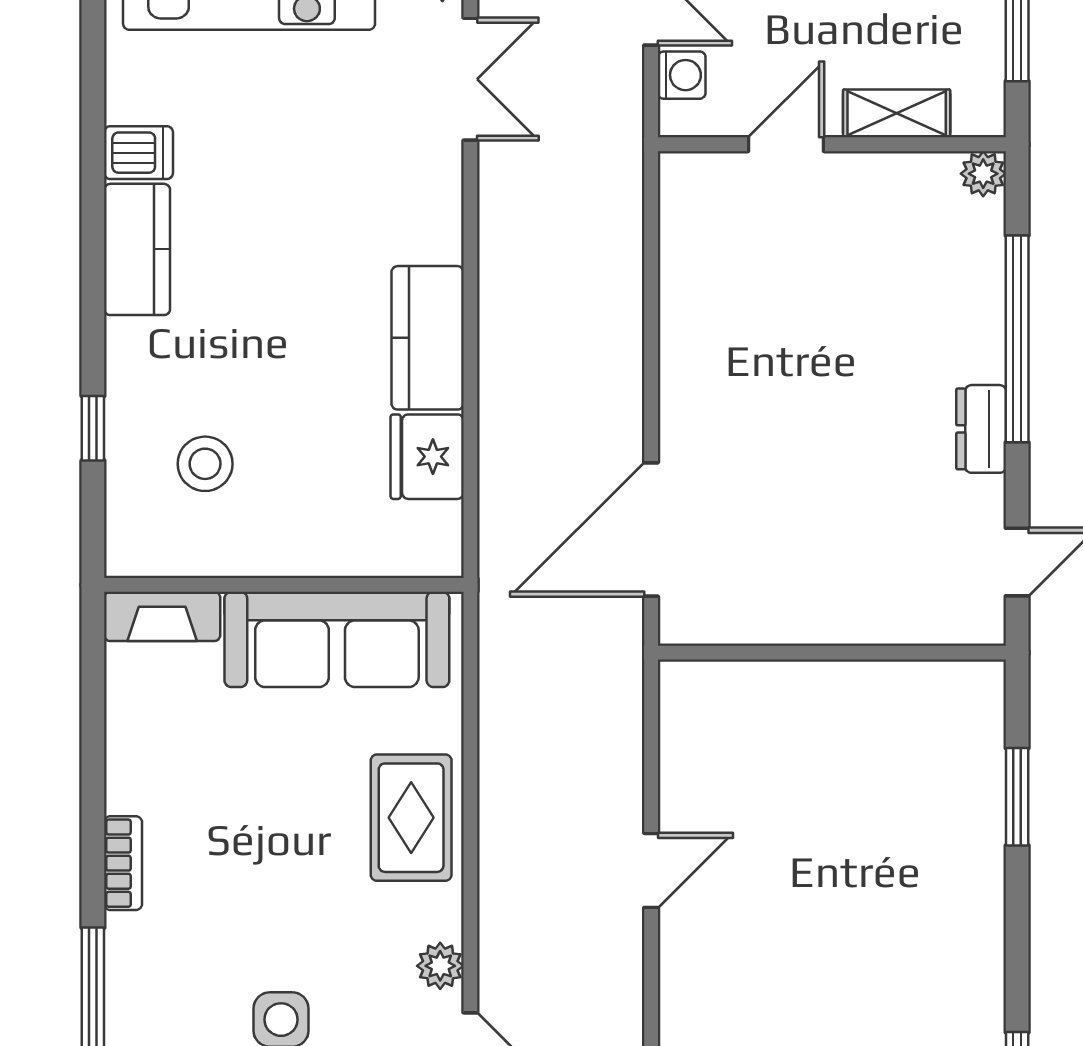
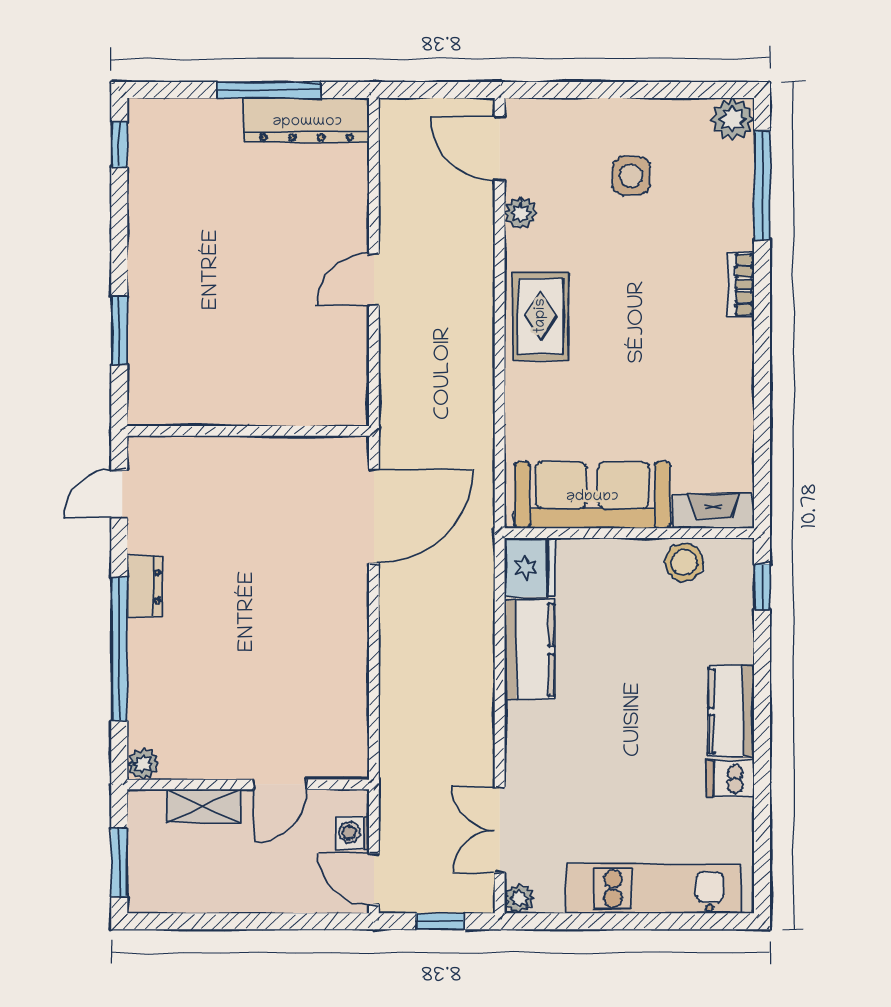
wall: (284, 585) -> (629, 533), moved
fireplace: (162, 616) -> (714, 511), moved
sofa: (337, 639) -> (592, 495), moved

